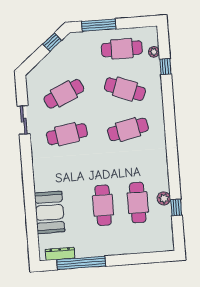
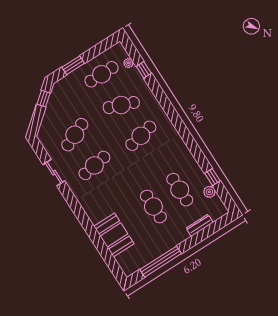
window: (99, 25) -> (73, 65), width x0.69
plant: (164, 198) -> (209, 192), moved
dresser: (60, 254) -> (200, 225), moved

